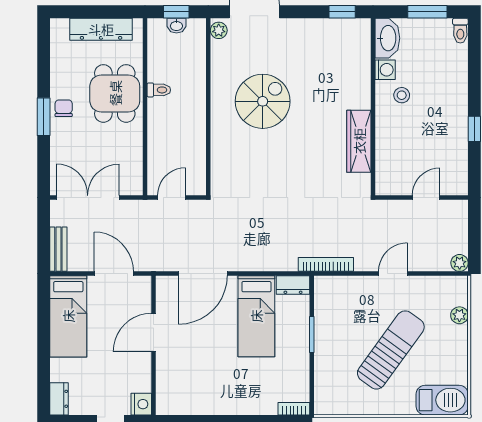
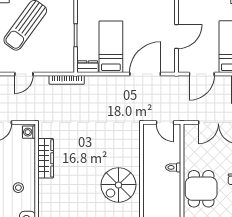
washing machine: (385, 70) -> (29, 132), moved
toilet: (159, 90) -> (173, 167), moved
spiral stairs: (263, 101) -> (118, 185), moved
door: (172, 198) -> (165, 122), hinge flipped
door: (114, 274) -> (202, 74), hinge flipped

